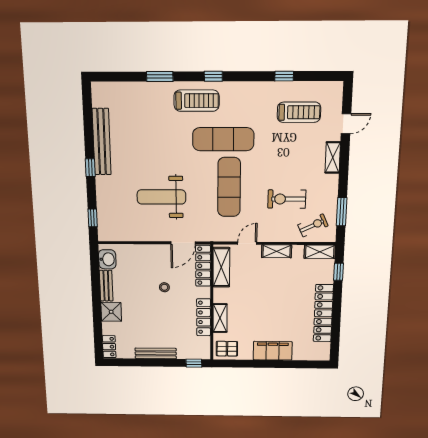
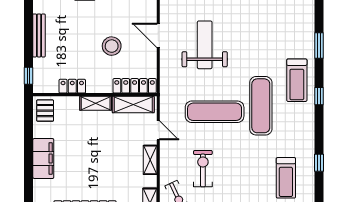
door: (183, 243) -> (158, 35), moved
stool: (164, 287) -> (112, 46), width x1.89, depth x1.89
locker: (204, 317) -> (72, 86), width x0.66
shelving: (220, 318) -> (96, 103), moved

